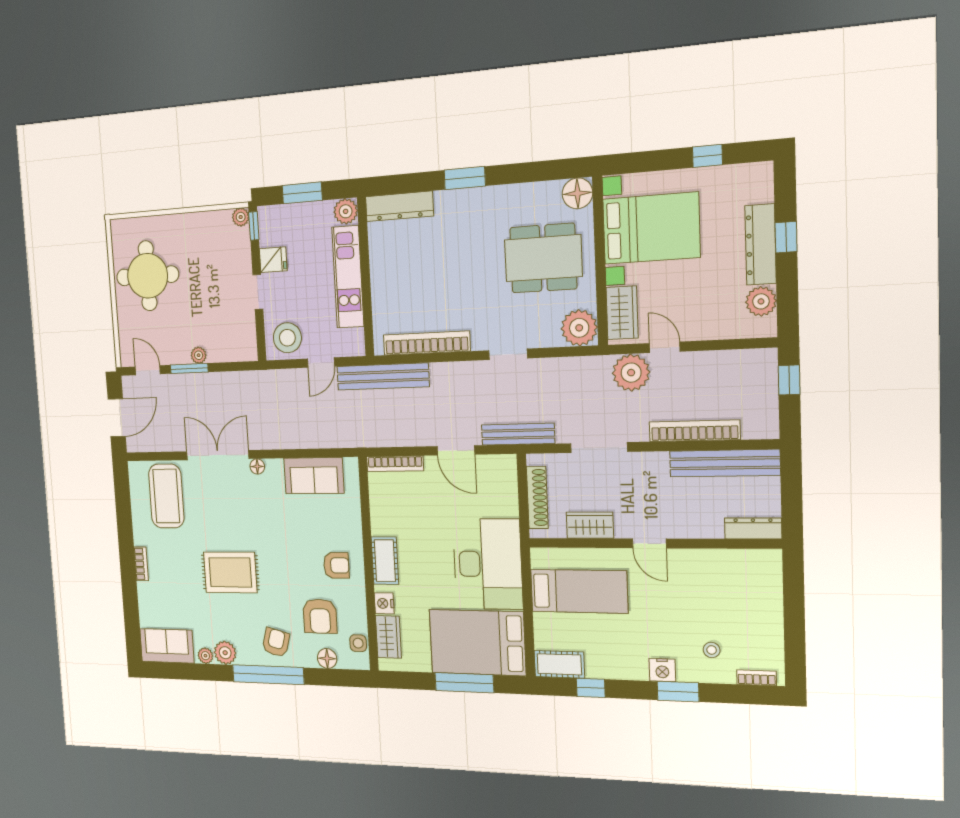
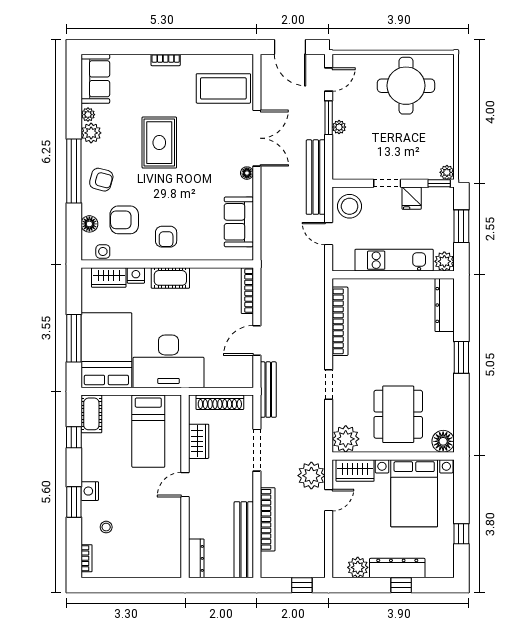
bench: (383, 377) -> (316, 177), moved

